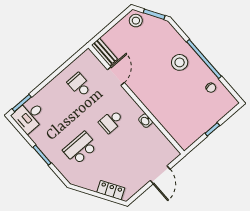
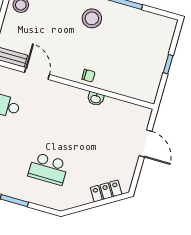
chair: (211, 88) -> (88, 76), moved
school desk: (111, 121) -> (62, 122), removed
school desk: (80, 148) -> (48, 169), turned -90

